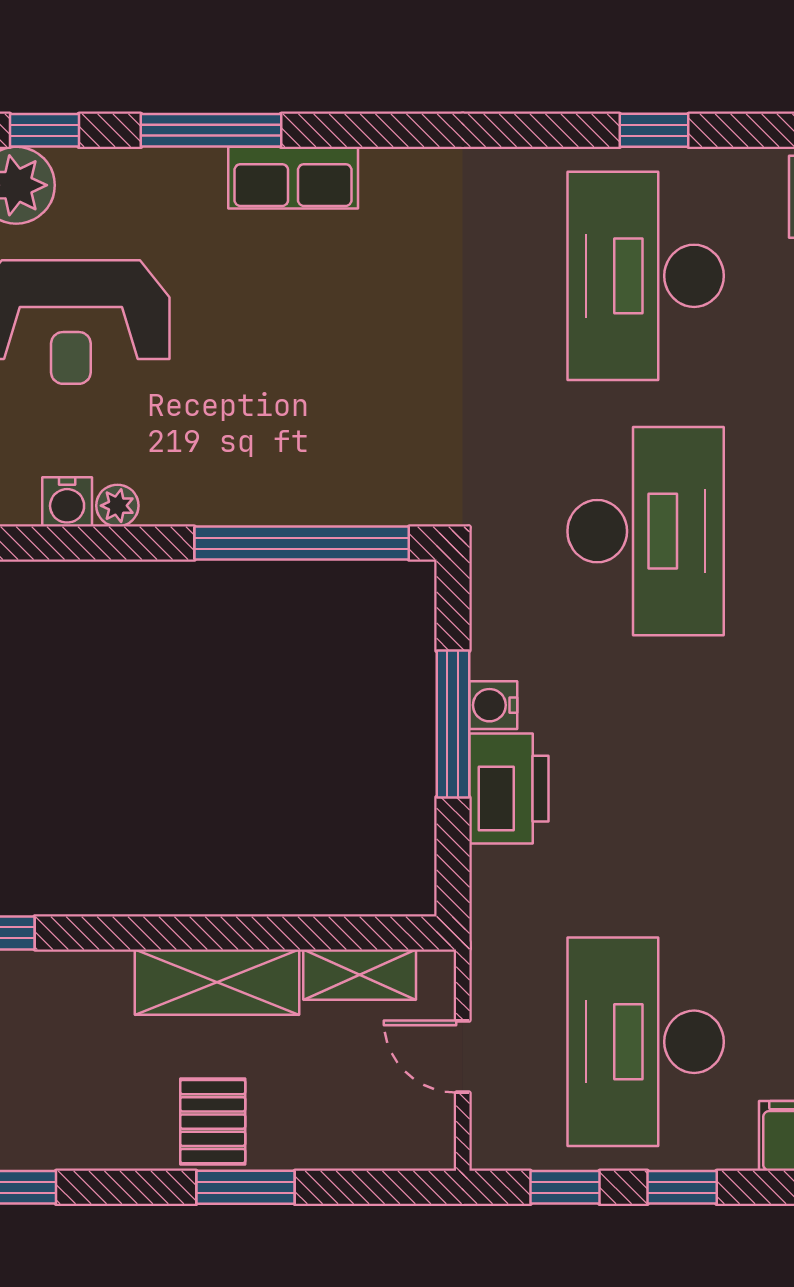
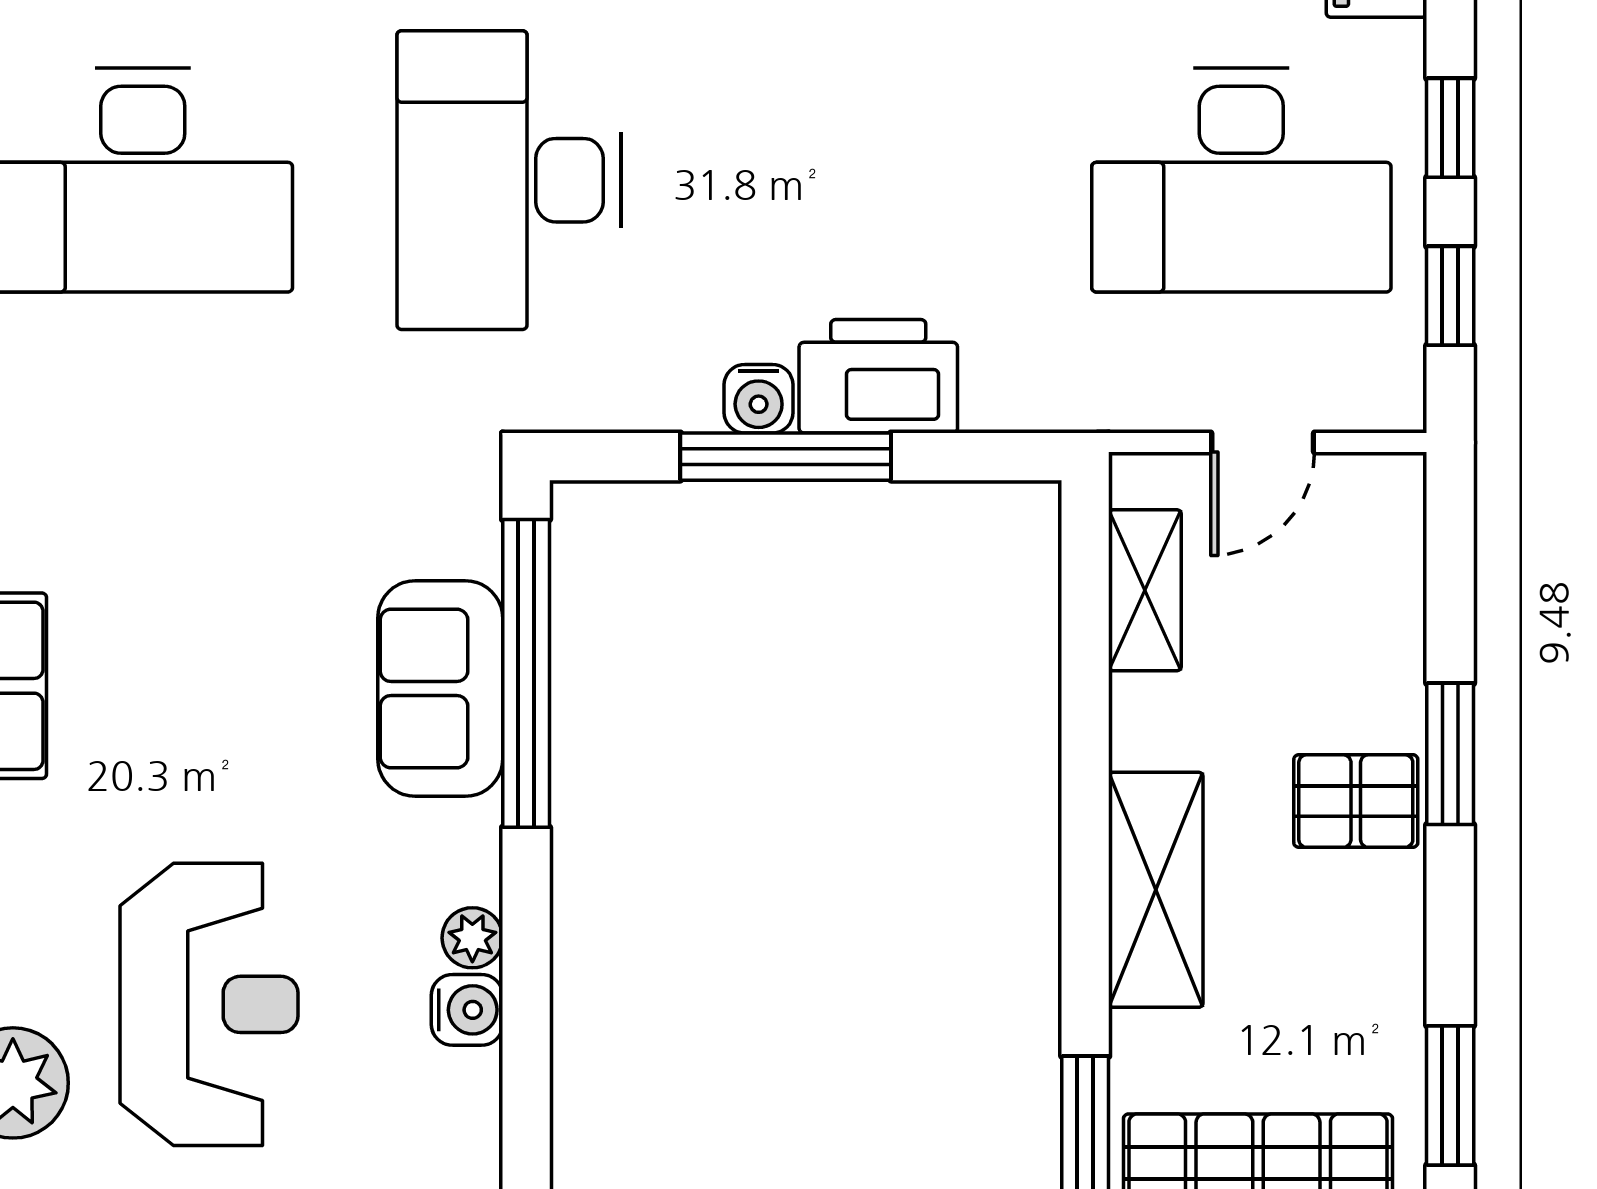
sofa: (291, 483) -> (440, 689), added
desk: (646, 531) -> (509, 180), turned -90
shelving: (217, 982) -> (1156, 890), moved

